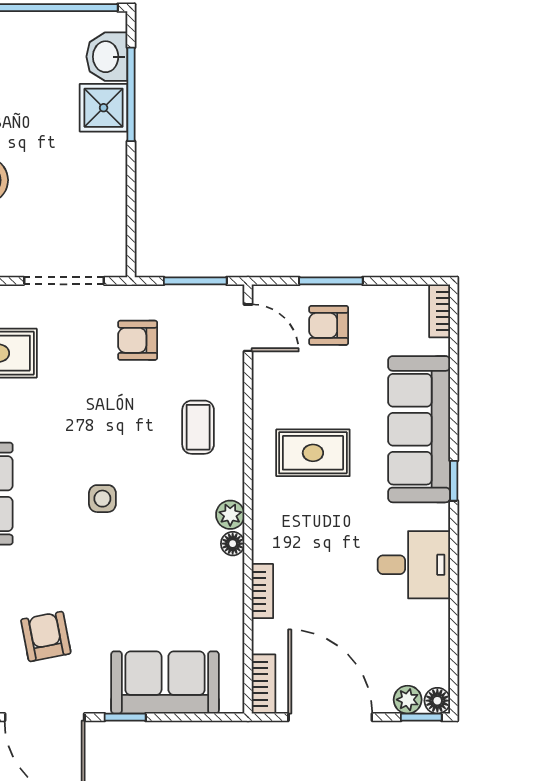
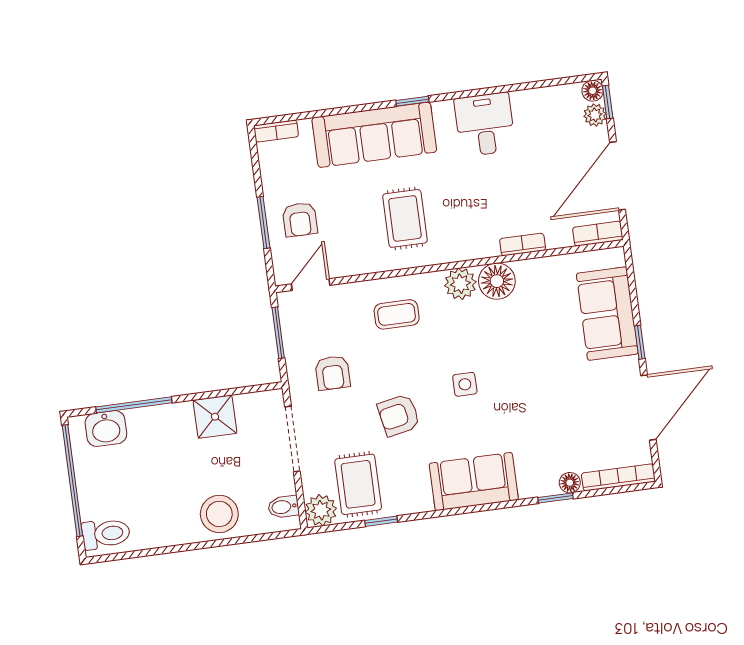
shower: (104, 108) -> (215, 417), moved
plant: (230, 515) -> (460, 284), width x1.38, depth x1.38
floor lamp: (233, 544) -> (497, 281), width x1.89, depth x1.89
armchair: (46, 636) -> (399, 415), moved

